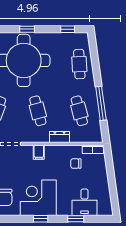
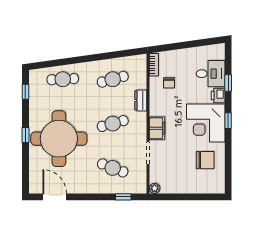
window: (101, 103) -> (105, 56), removed
filing cabinet: (39, 152) -> (157, 128), width x2.00
printer: (64, 209) -> (218, 95), added

